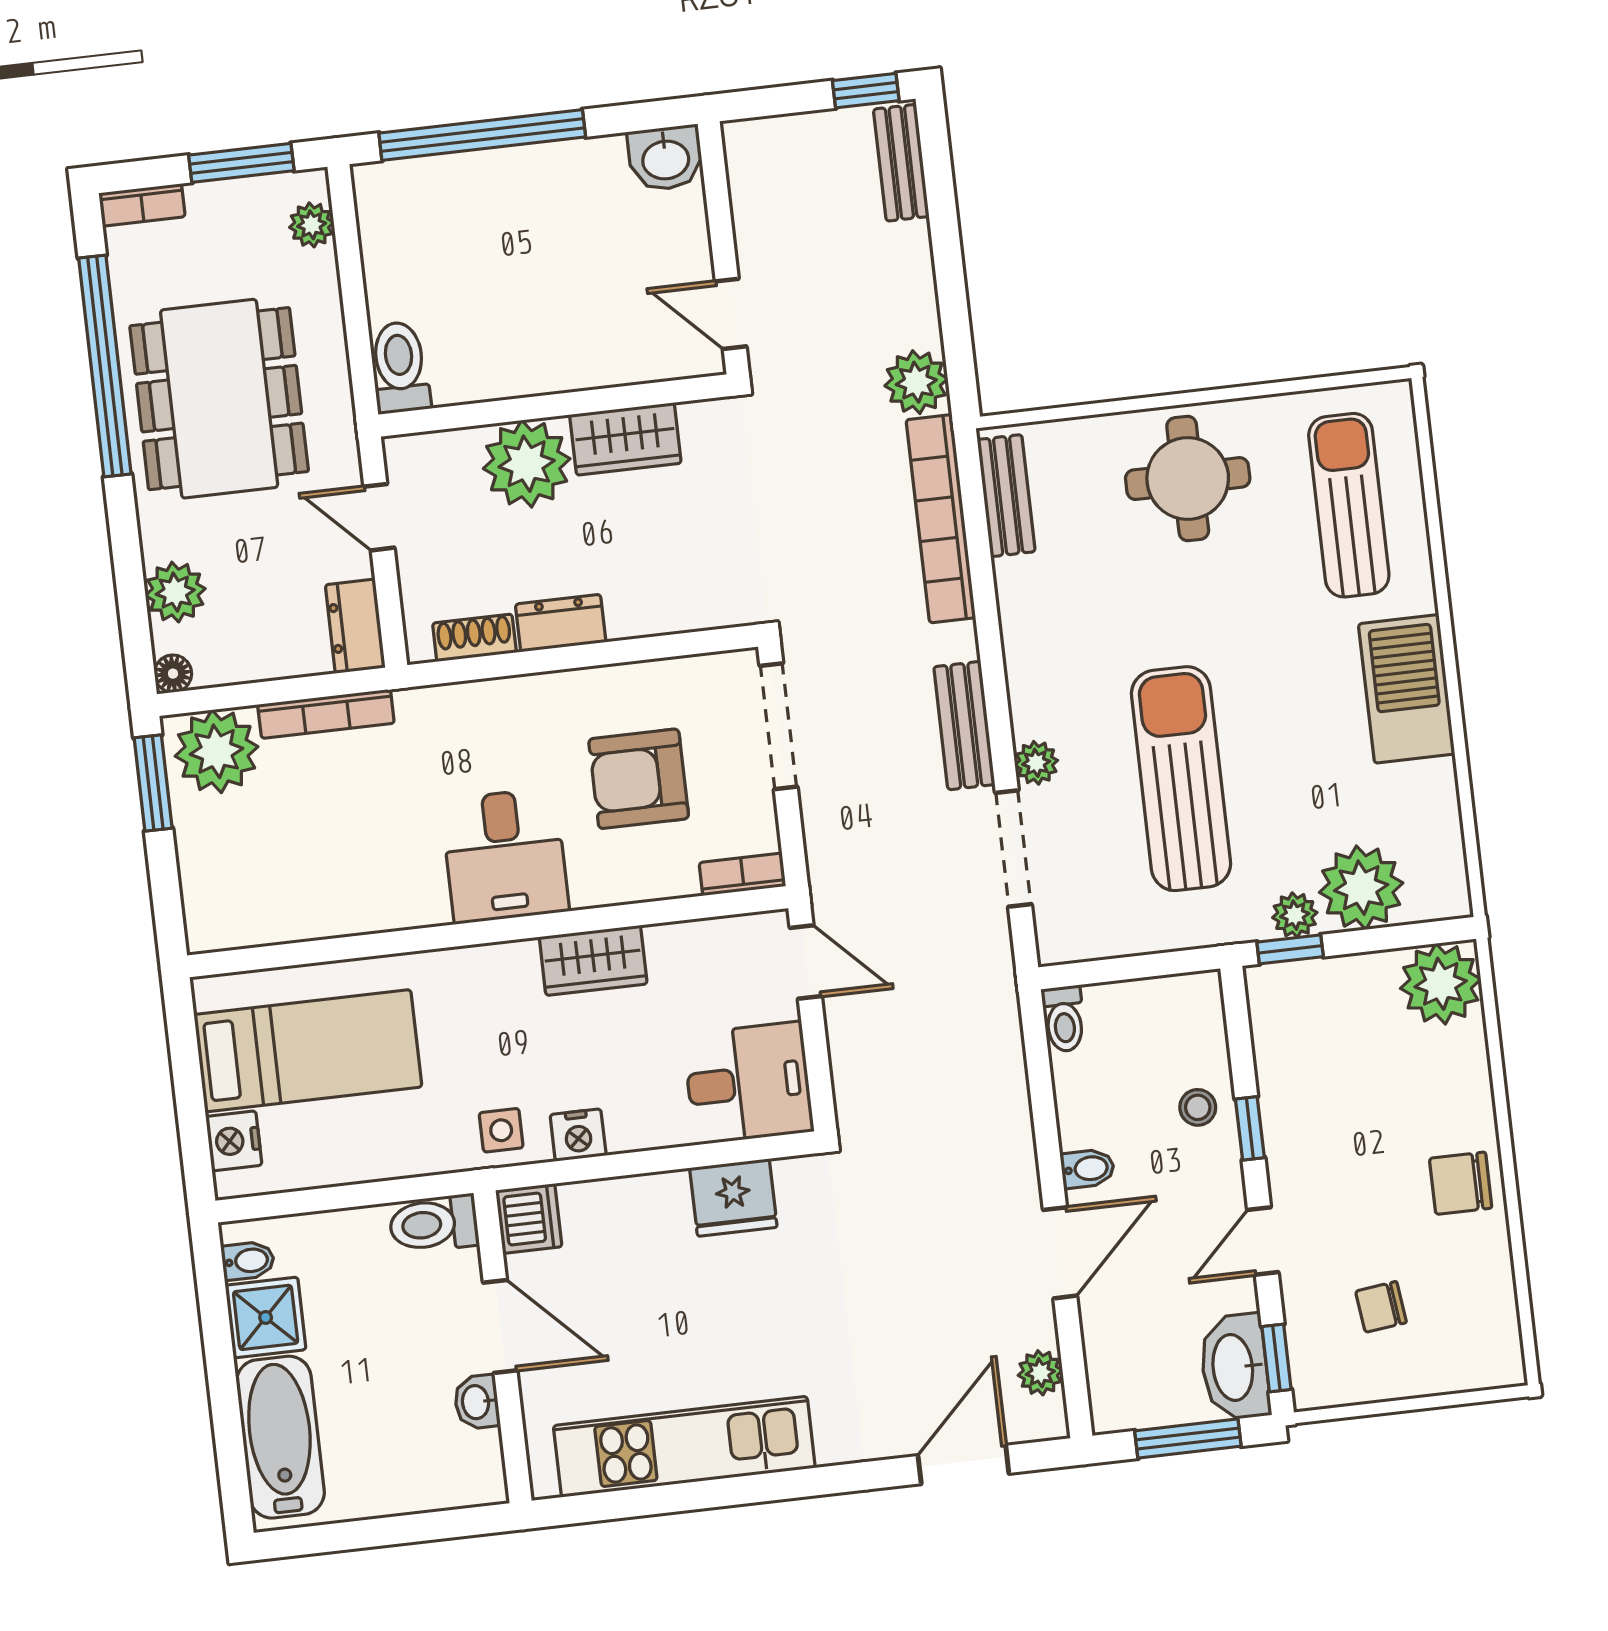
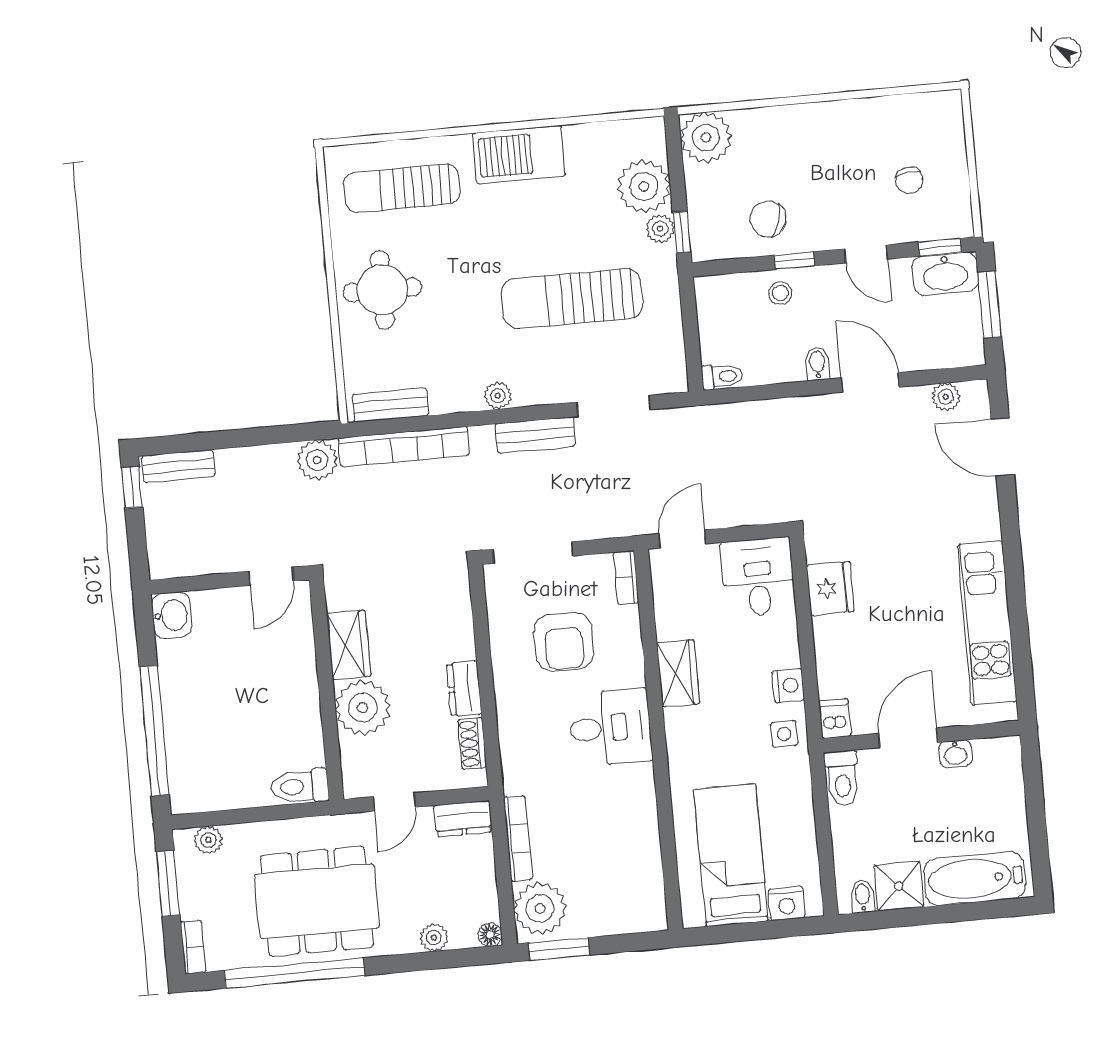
plant: (175, 592) -> (434, 938), width x0.73, depth x0.73
plant: (1036, 763) -> (498, 396), moved
chair: (1461, 1183) -> (768, 219), moved, turned 107
dishwasher: (529, 1219) -> (835, 719), width x0.73

